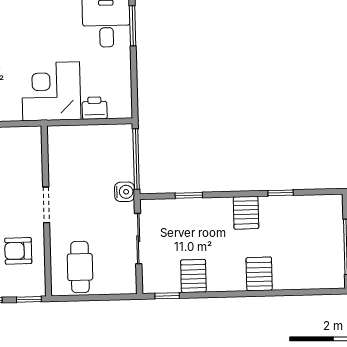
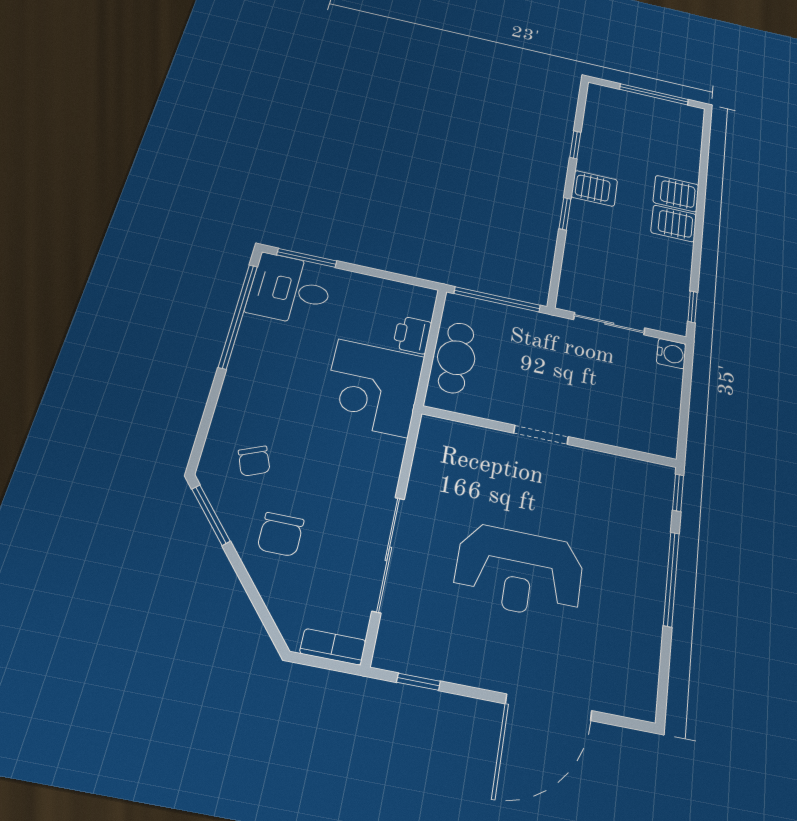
water cooler: (125, 192) -> (671, 354), moved, turned 90
window: (189, 195) -> (565, 214), moved
armchair: (18, 251) -> (604, 491), removed
cafe table: (80, 267) -> (456, 358), moved, turned 90
server rack: (193, 276) -> (674, 223), moved

